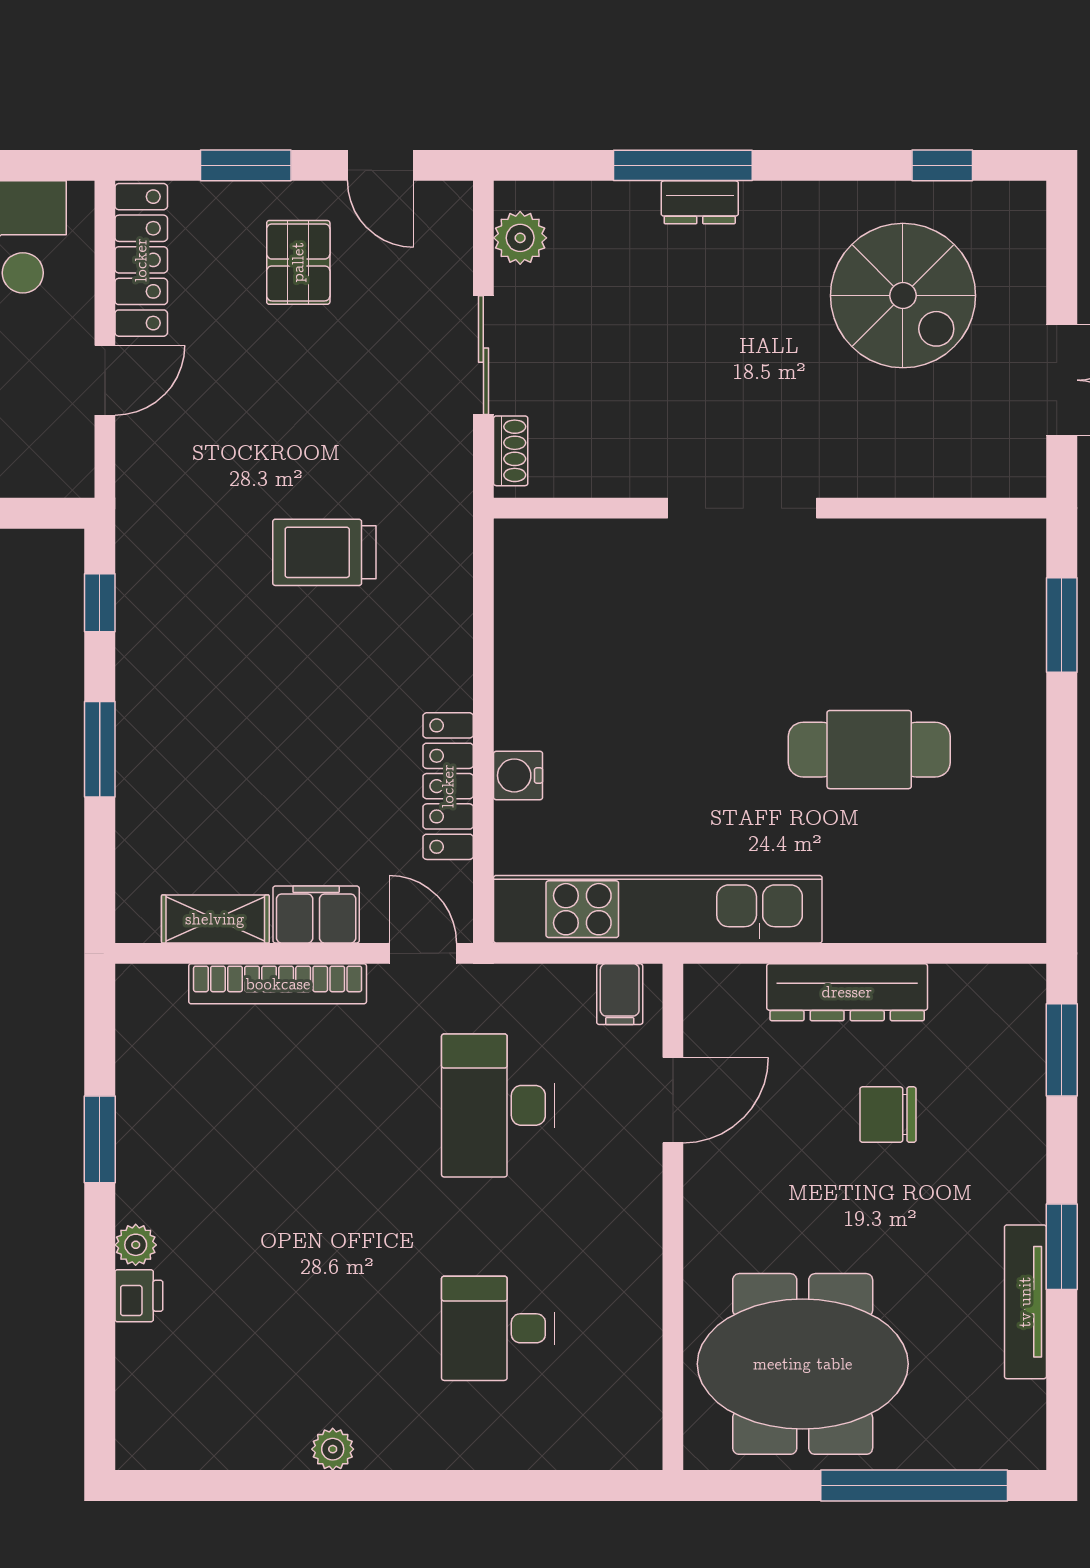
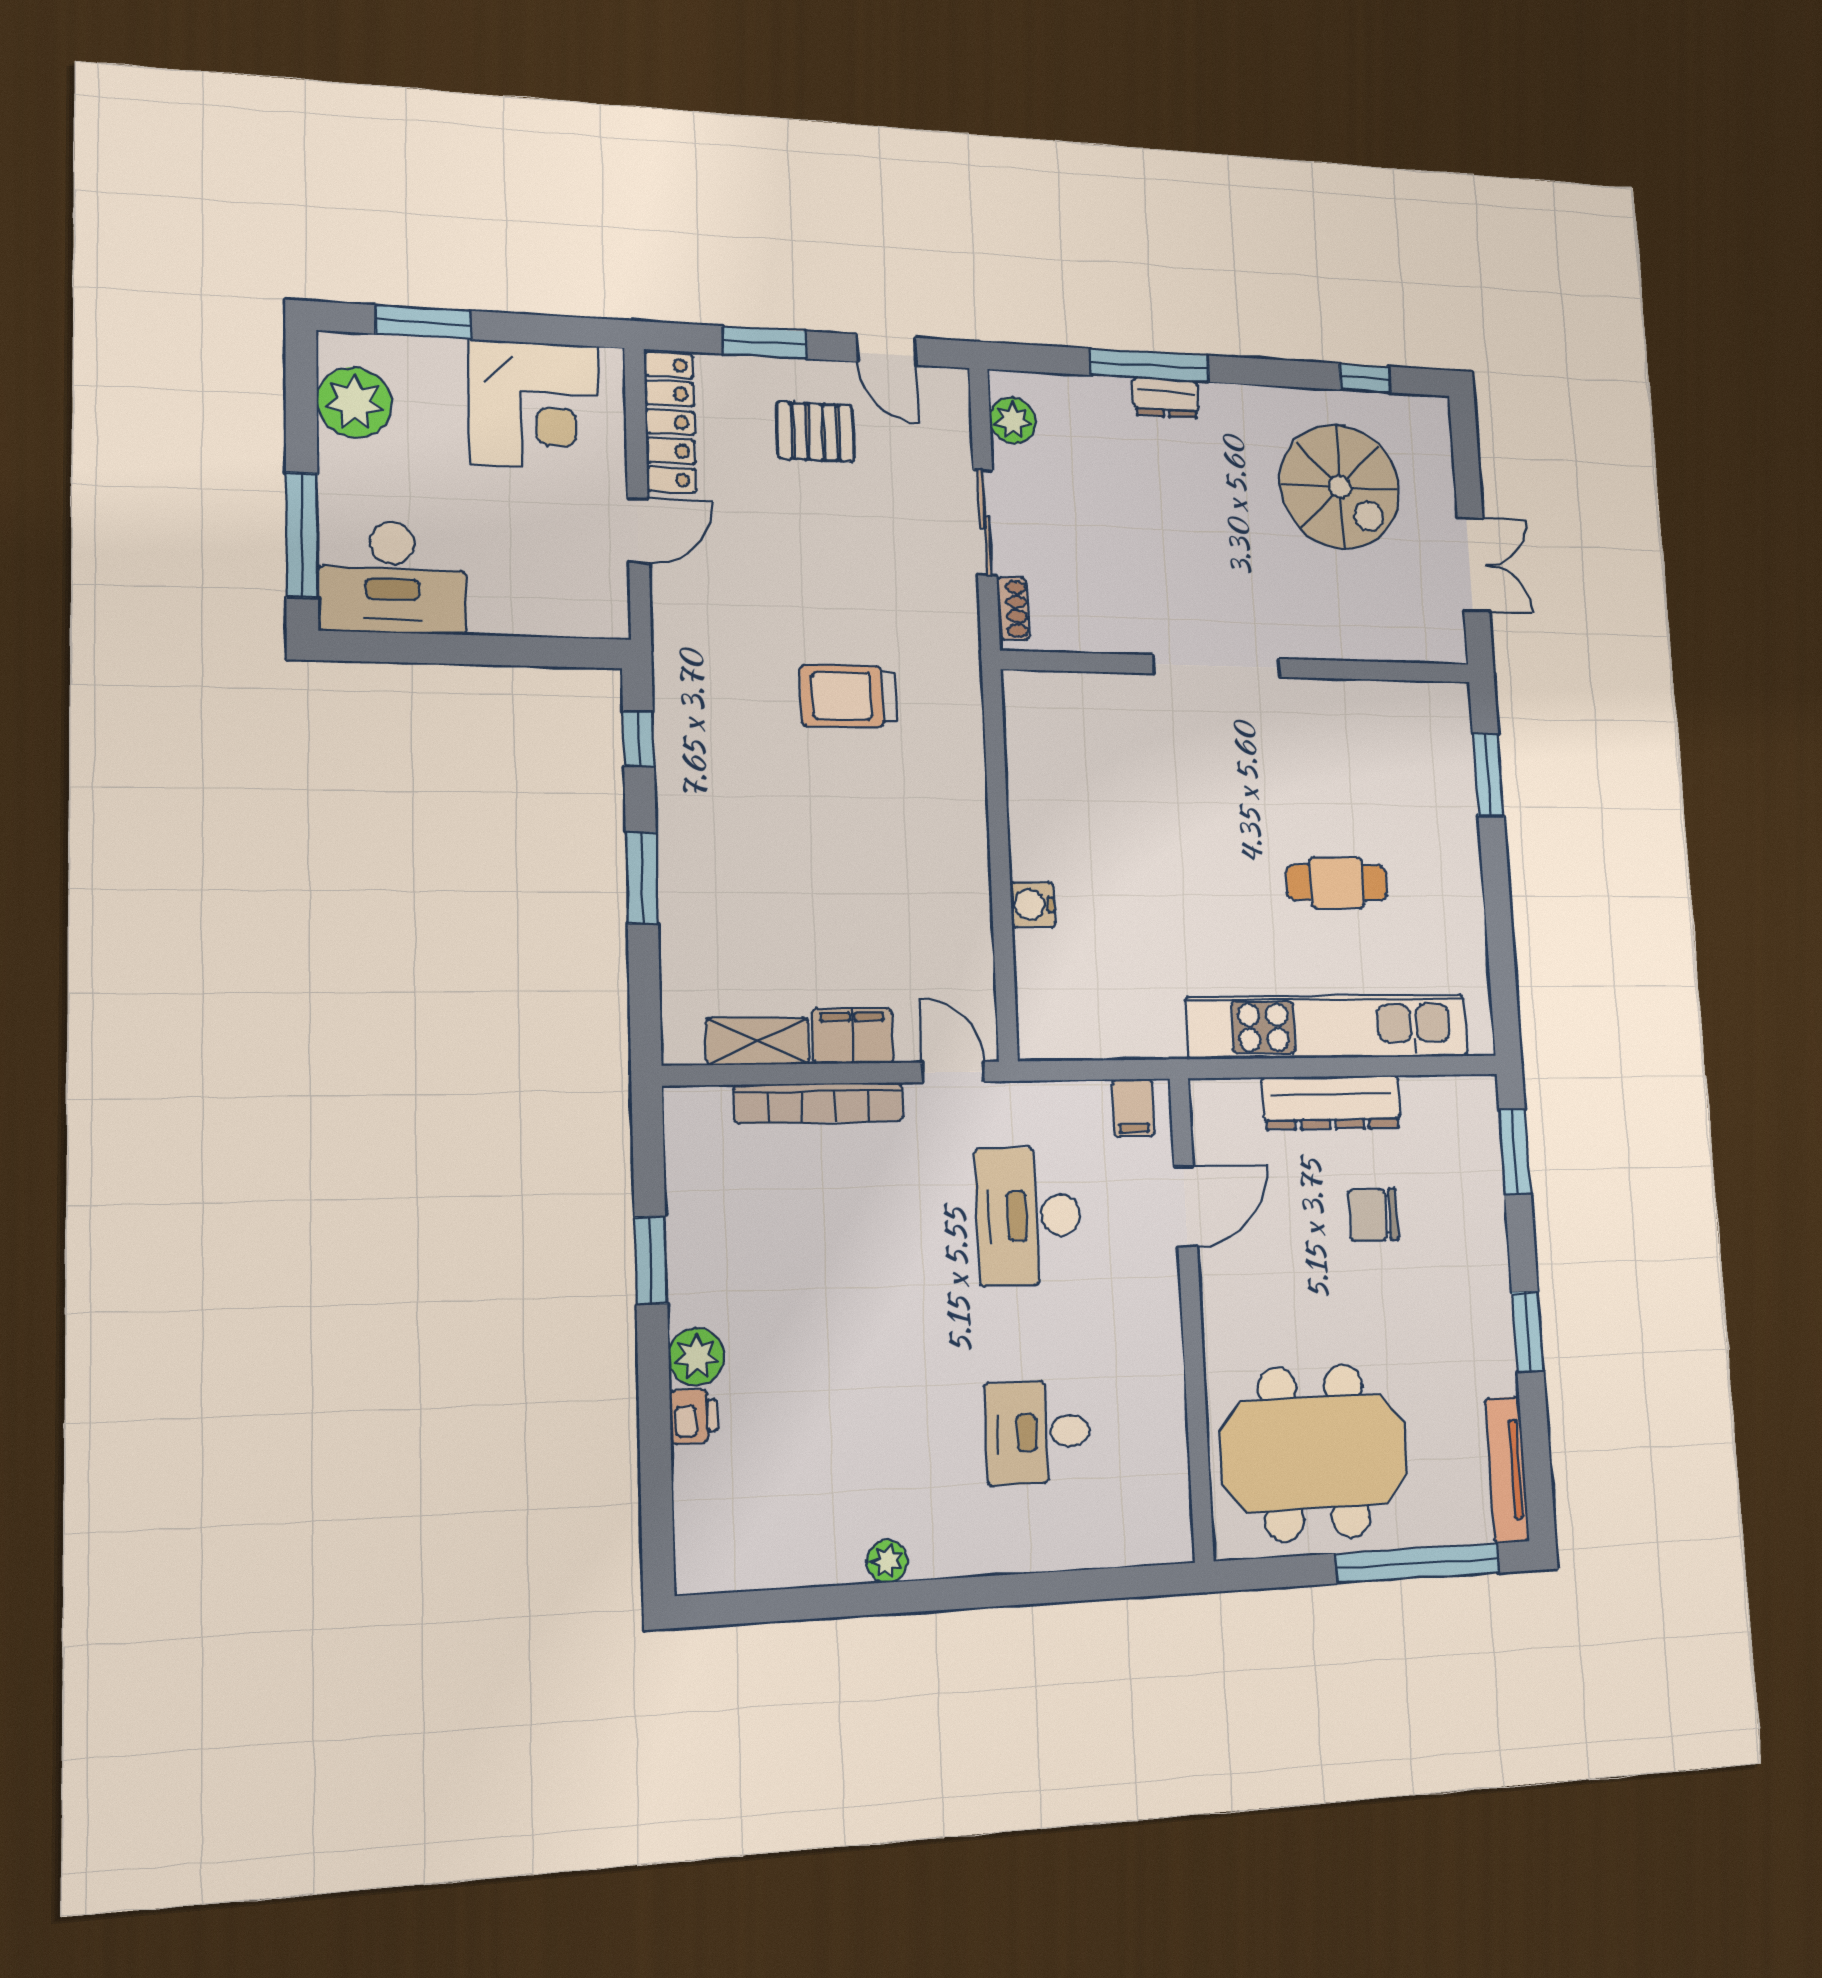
pallet: (298, 262) -> (815, 432), turned 90
cafe table: (869, 750) -> (1337, 883), width x0.73, depth x0.74
locker: (448, 786) -> (970, 914), removed
kitchen unit: (658, 909) -> (1328, 1027), moved
plant: (136, 1245) -> (696, 1357), width x1.38, depth x1.38
tv unit: (1025, 1302) -> (1507, 1470), moved

